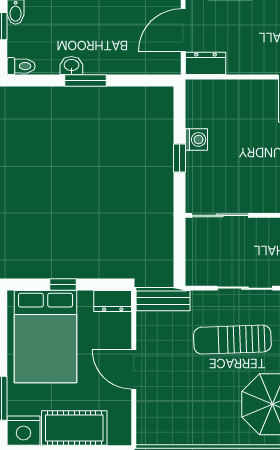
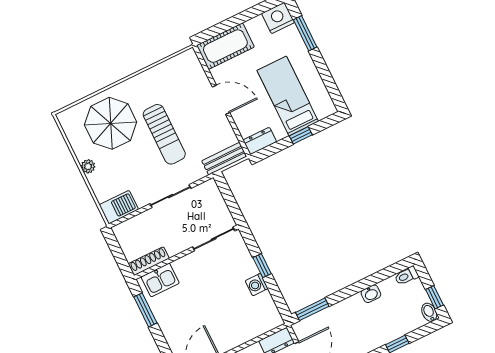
window: (85, 80) -> (312, 309), moved
bed: (45, 337) -> (288, 96), width x0.67
sun lounger: (232, 340) -> (164, 134), moved, turned 92
cot: (74, 428) -> (225, 46), moved

